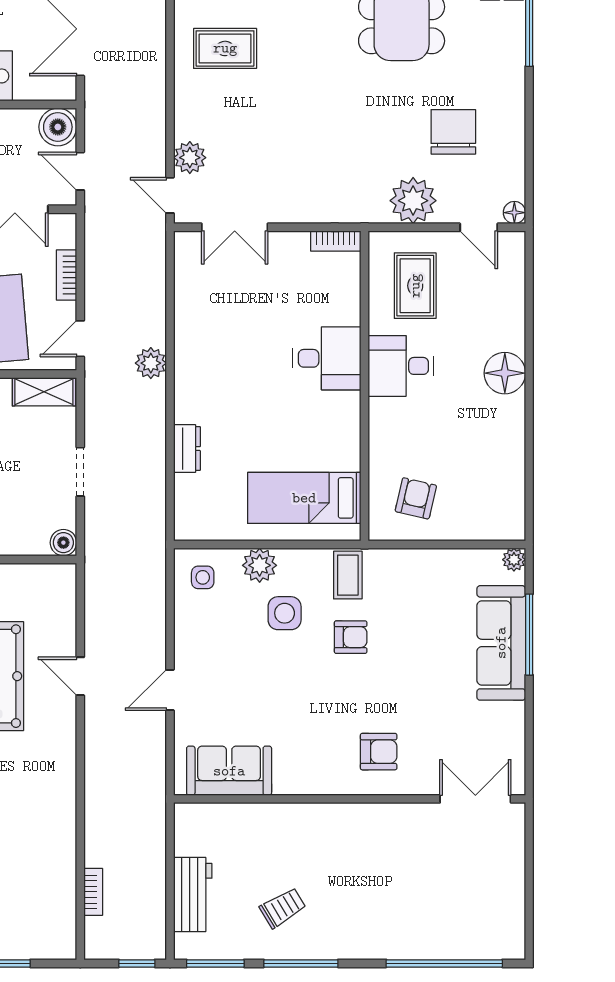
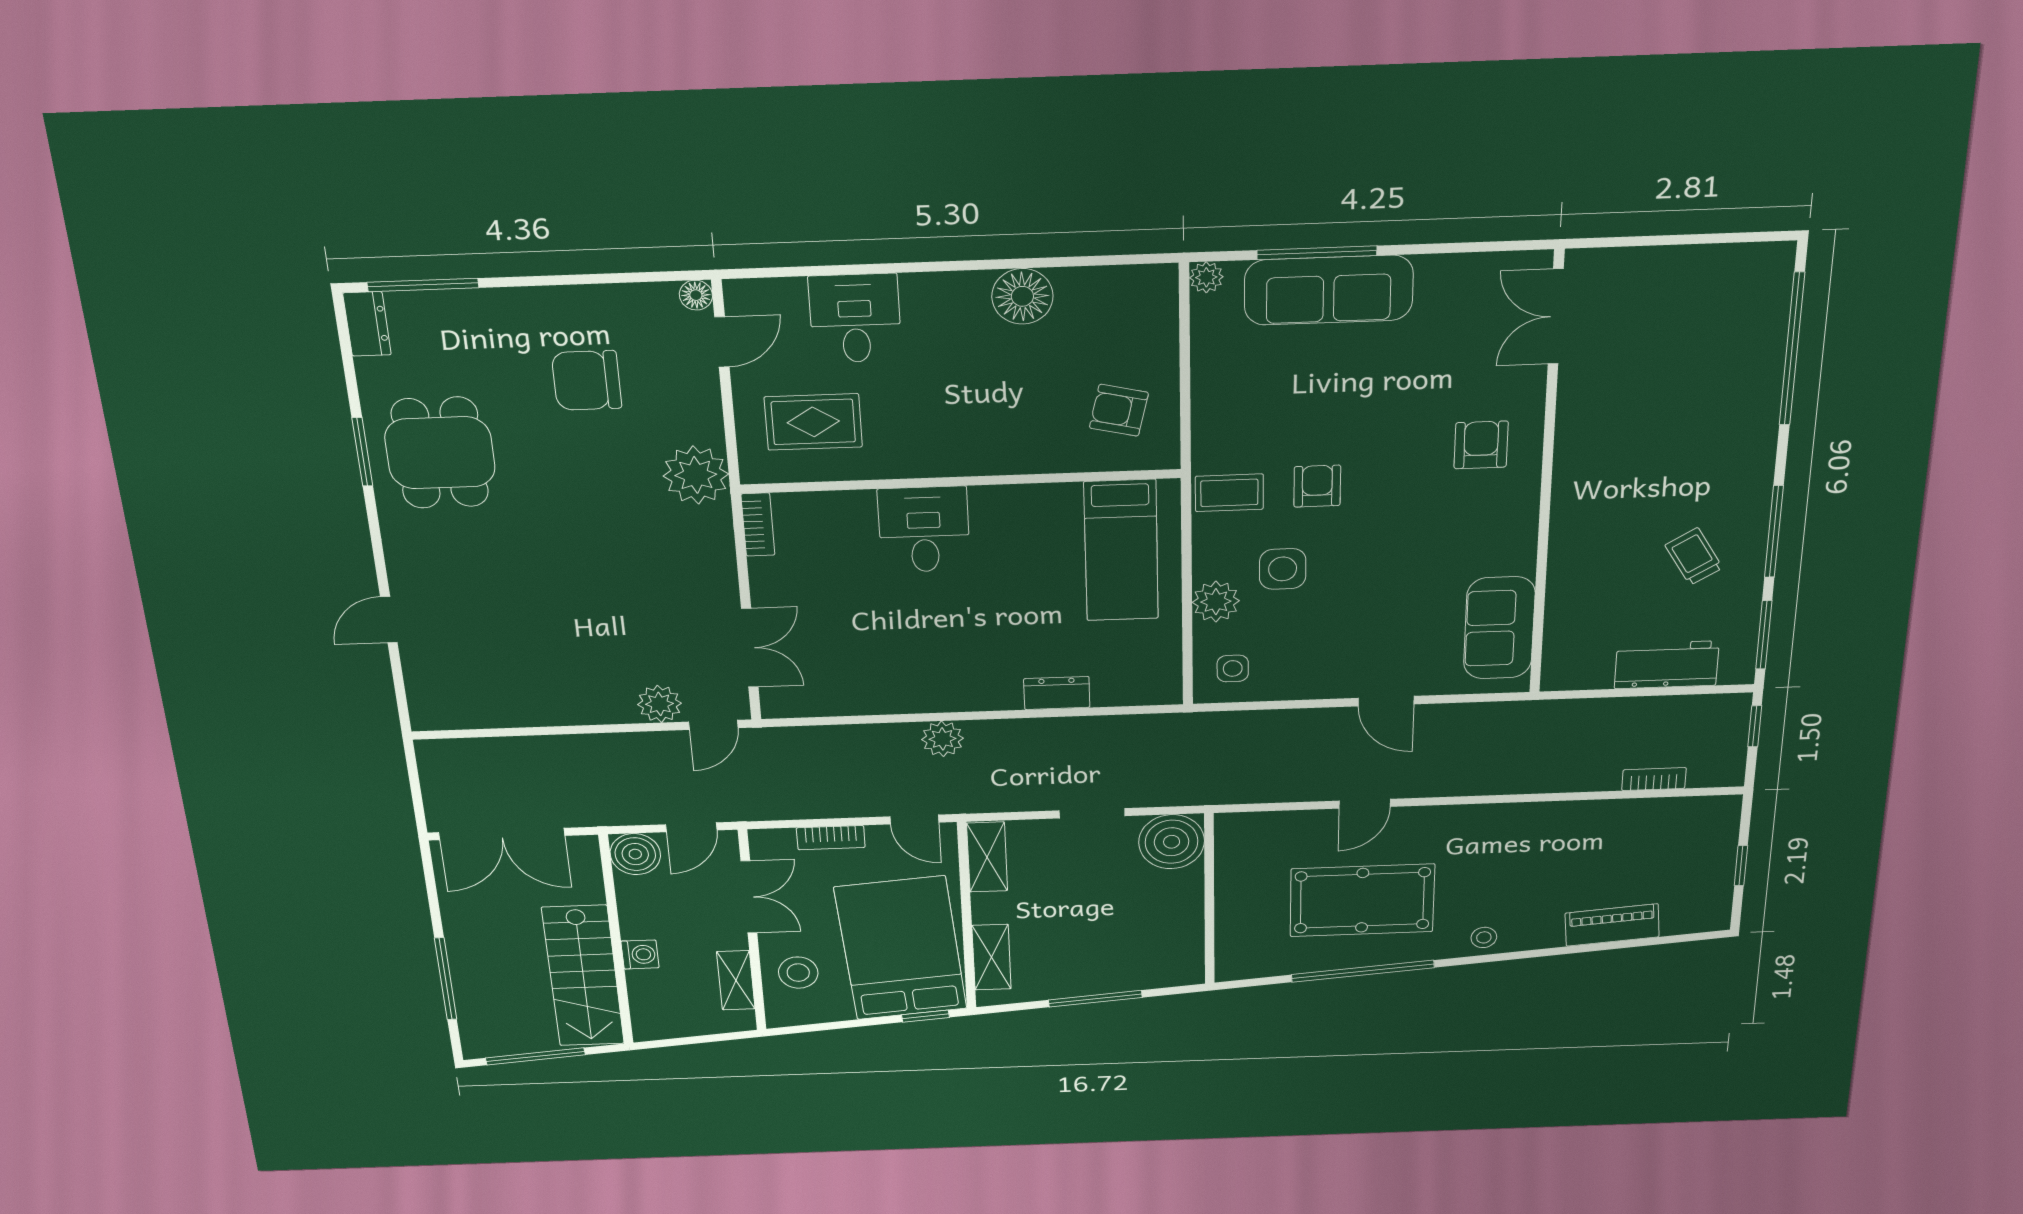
rug: (225, 48) -> (505, 668), removed
plant: (413, 201) -> (696, 475), moved
desk: (401, 366) -> (855, 318), moved, turned 180
floor lamp: (505, 373) -> (1022, 296), moved
boiler: (63, 543) -> (1172, 842), width x1.86, depth x1.86

